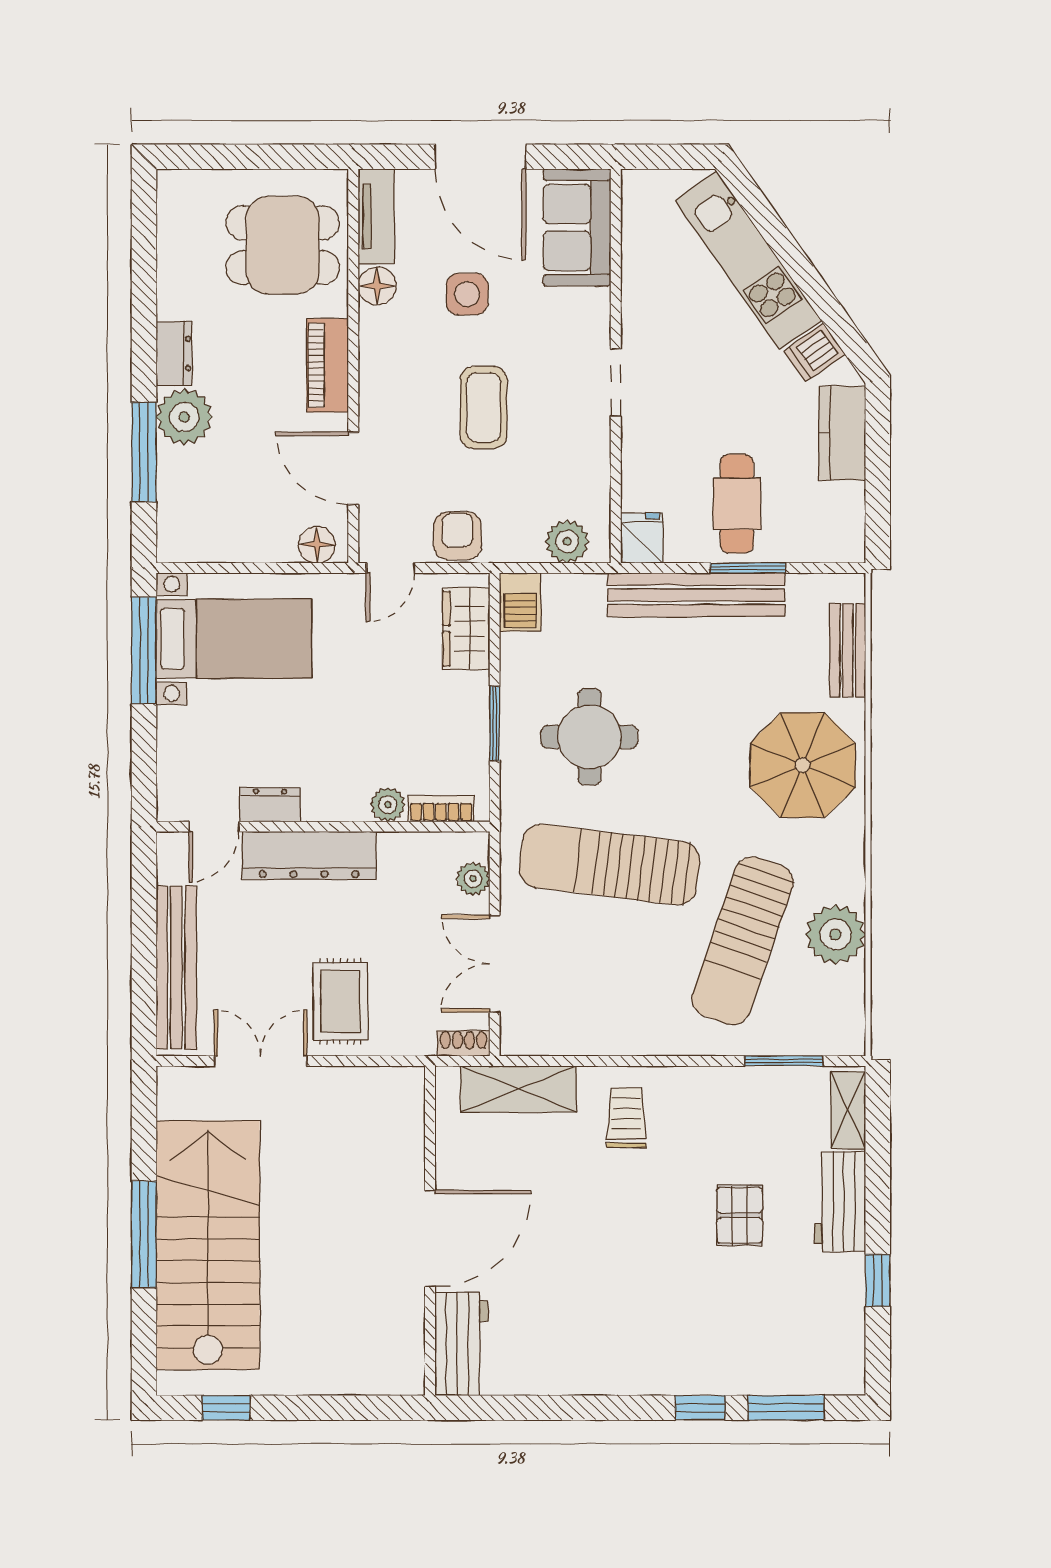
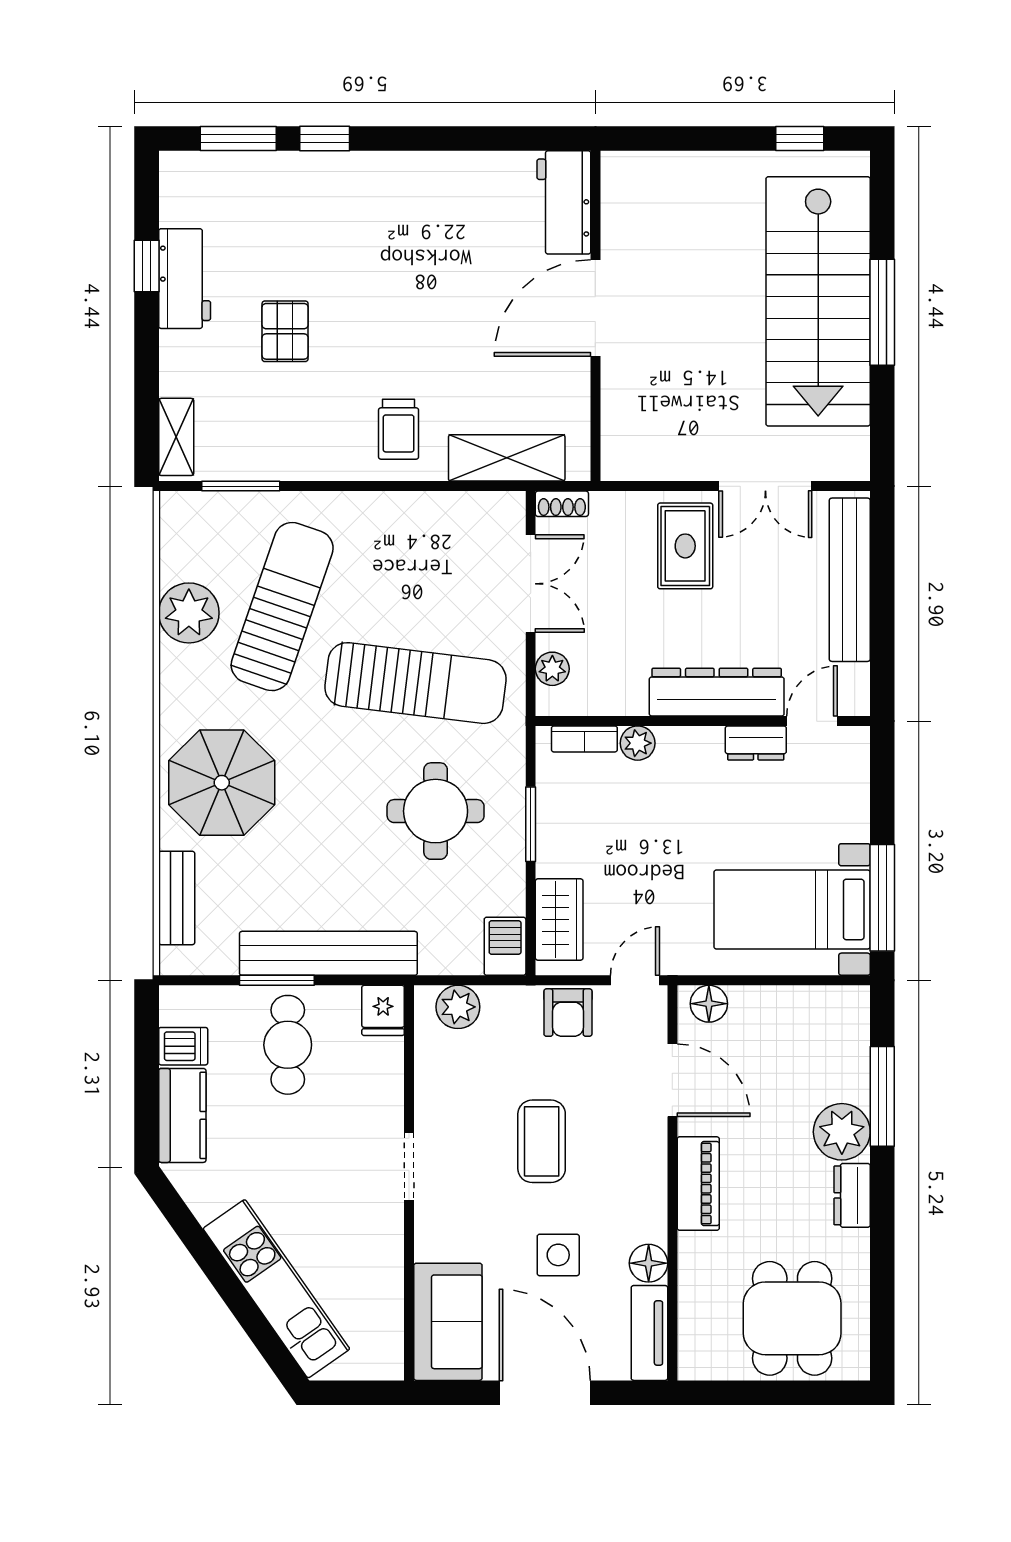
dining table: (283, 245) -> (792, 1318), moved, turned 90
dishwasher: (814, 353) -> (183, 1046), moved, turned 35
workbench: (840, 1202) -> (185, 279), moved

